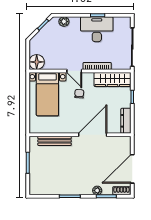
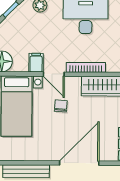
filing cabinet: (61, 63) -> (36, 63), added

